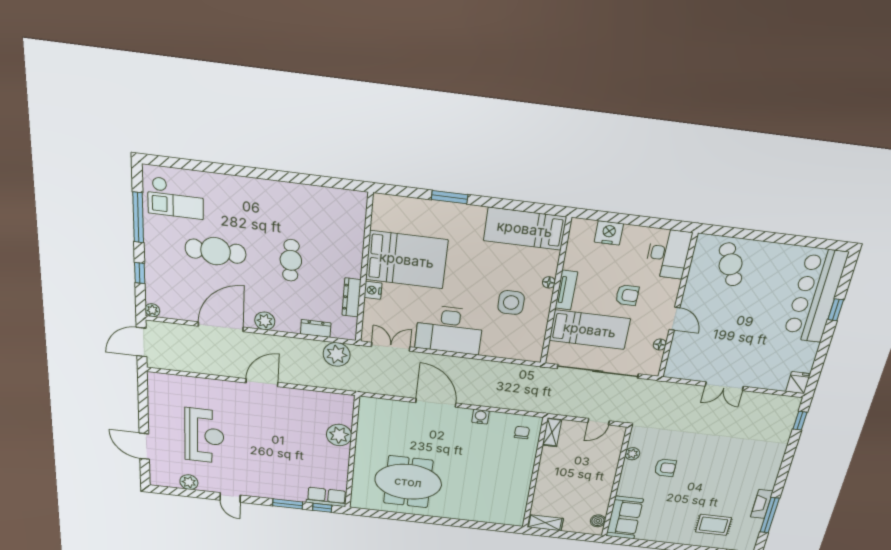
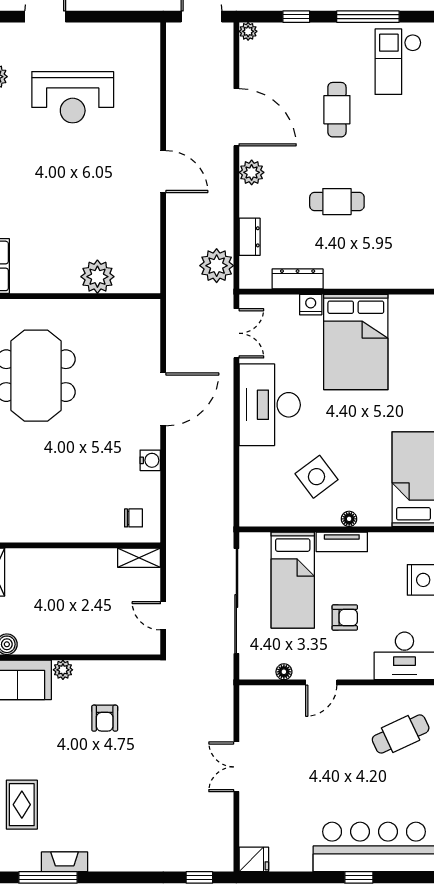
cafe table: (216, 251) -> (337, 110), width x0.73, depth x0.74
armchair: (627, 295) -> (345, 618), turned -90
side table: (511, 303) -> (317, 477), turned -37
plant: (632, 454) -> (63, 670), moved

